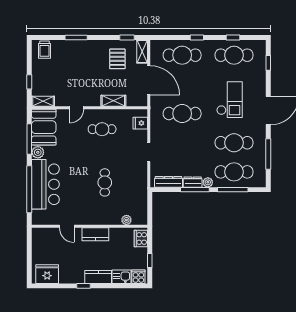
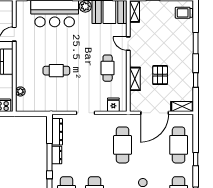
window: (127, 37) -> (196, 80), moved
pallet: (117, 59) -> (160, 75), moved, turned 90
plant: (208, 182) -> (56, 170), removed

